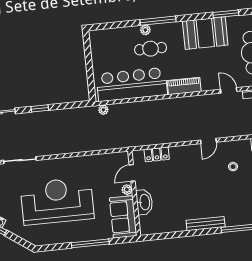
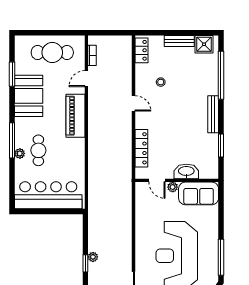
bar counter: (132, 84) -> (48, 195), moved, turned 90
piano: (184, 86) -> (75, 116), width x1.37, depth x1.33
plant: (103, 110) -> (93, 257), moved
locker: (157, 154) -> (141, 148), width x1.53
window: (174, 235) -> (221, 145), added
window: (90, 243) -> (221, 257), moved

